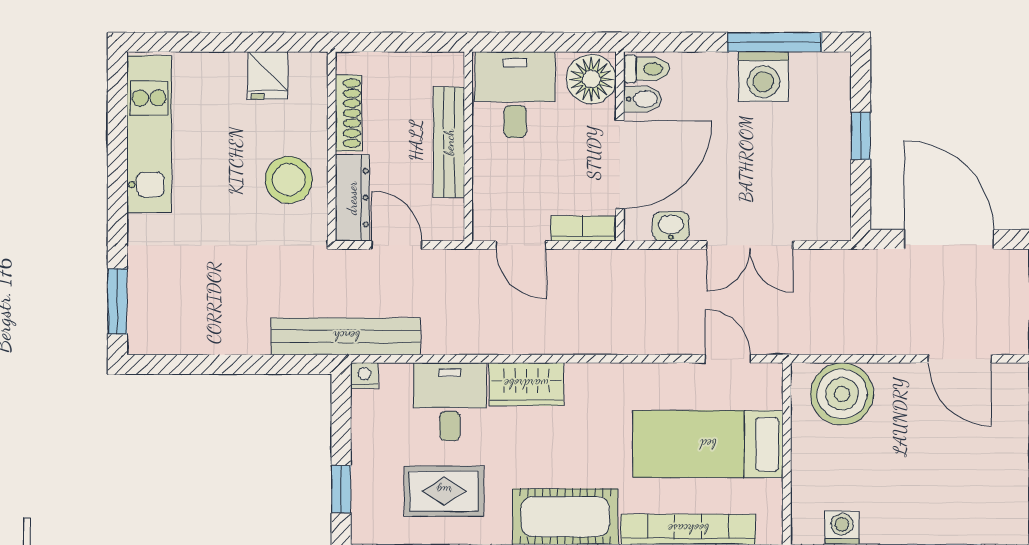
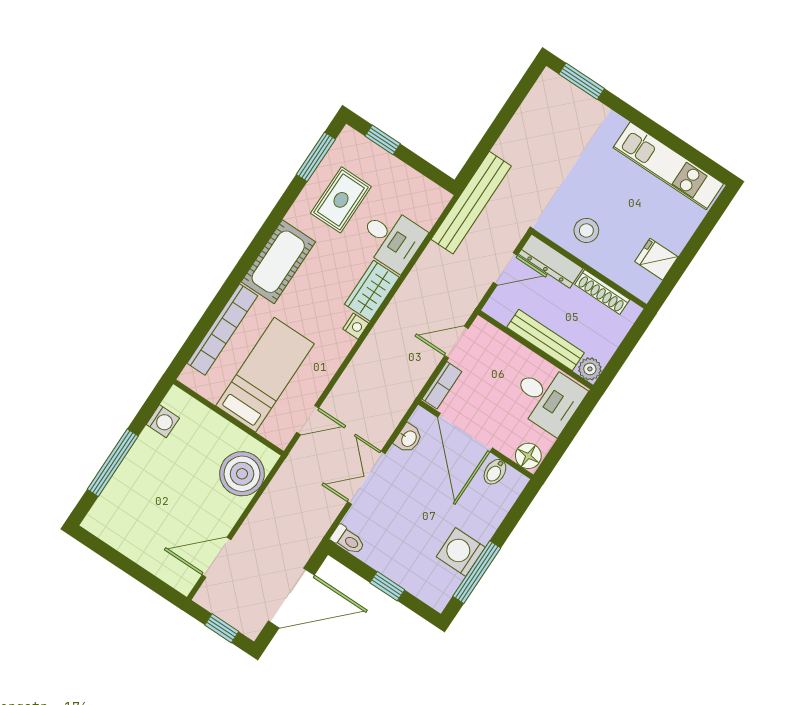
plant: (448, 68) -> (590, 369), added
toilet: (647, 69) -> (348, 540), moved, turned -90
floor lamp: (591, 79) -> (528, 456), width x0.73, depth x0.73
stool: (289, 180) -> (586, 230), width x0.73, depth x0.73
nightstand: (364, 376) -> (356, 326), moved

